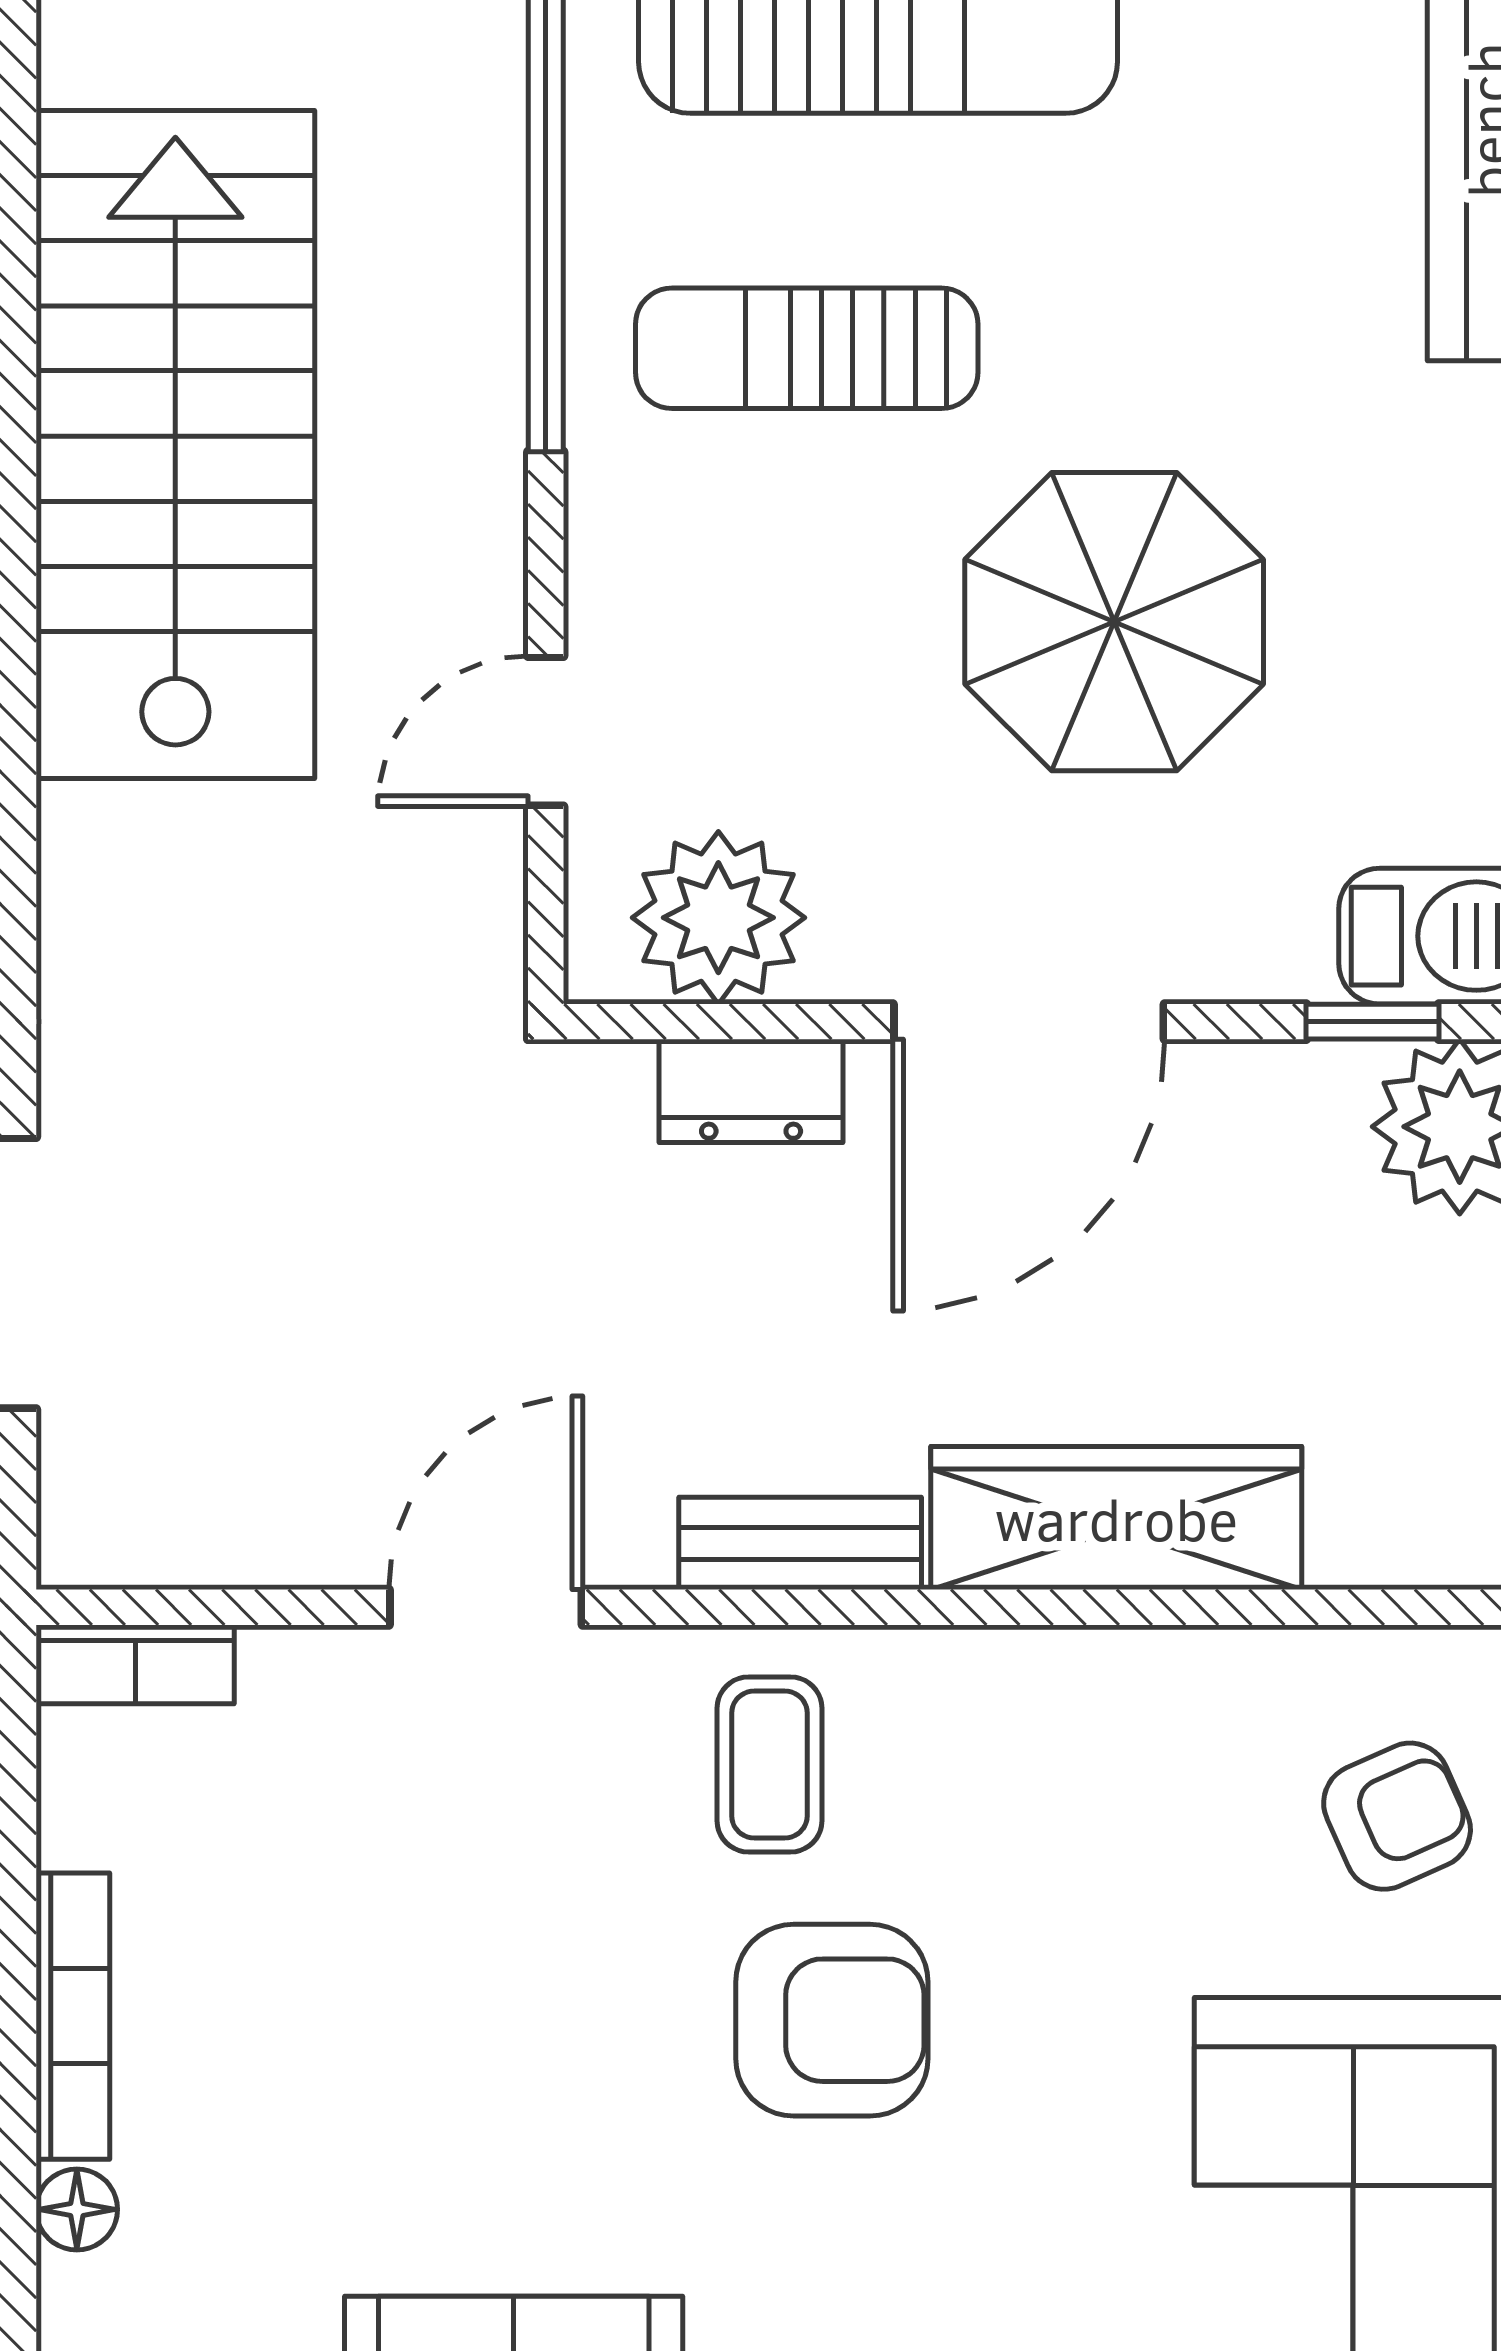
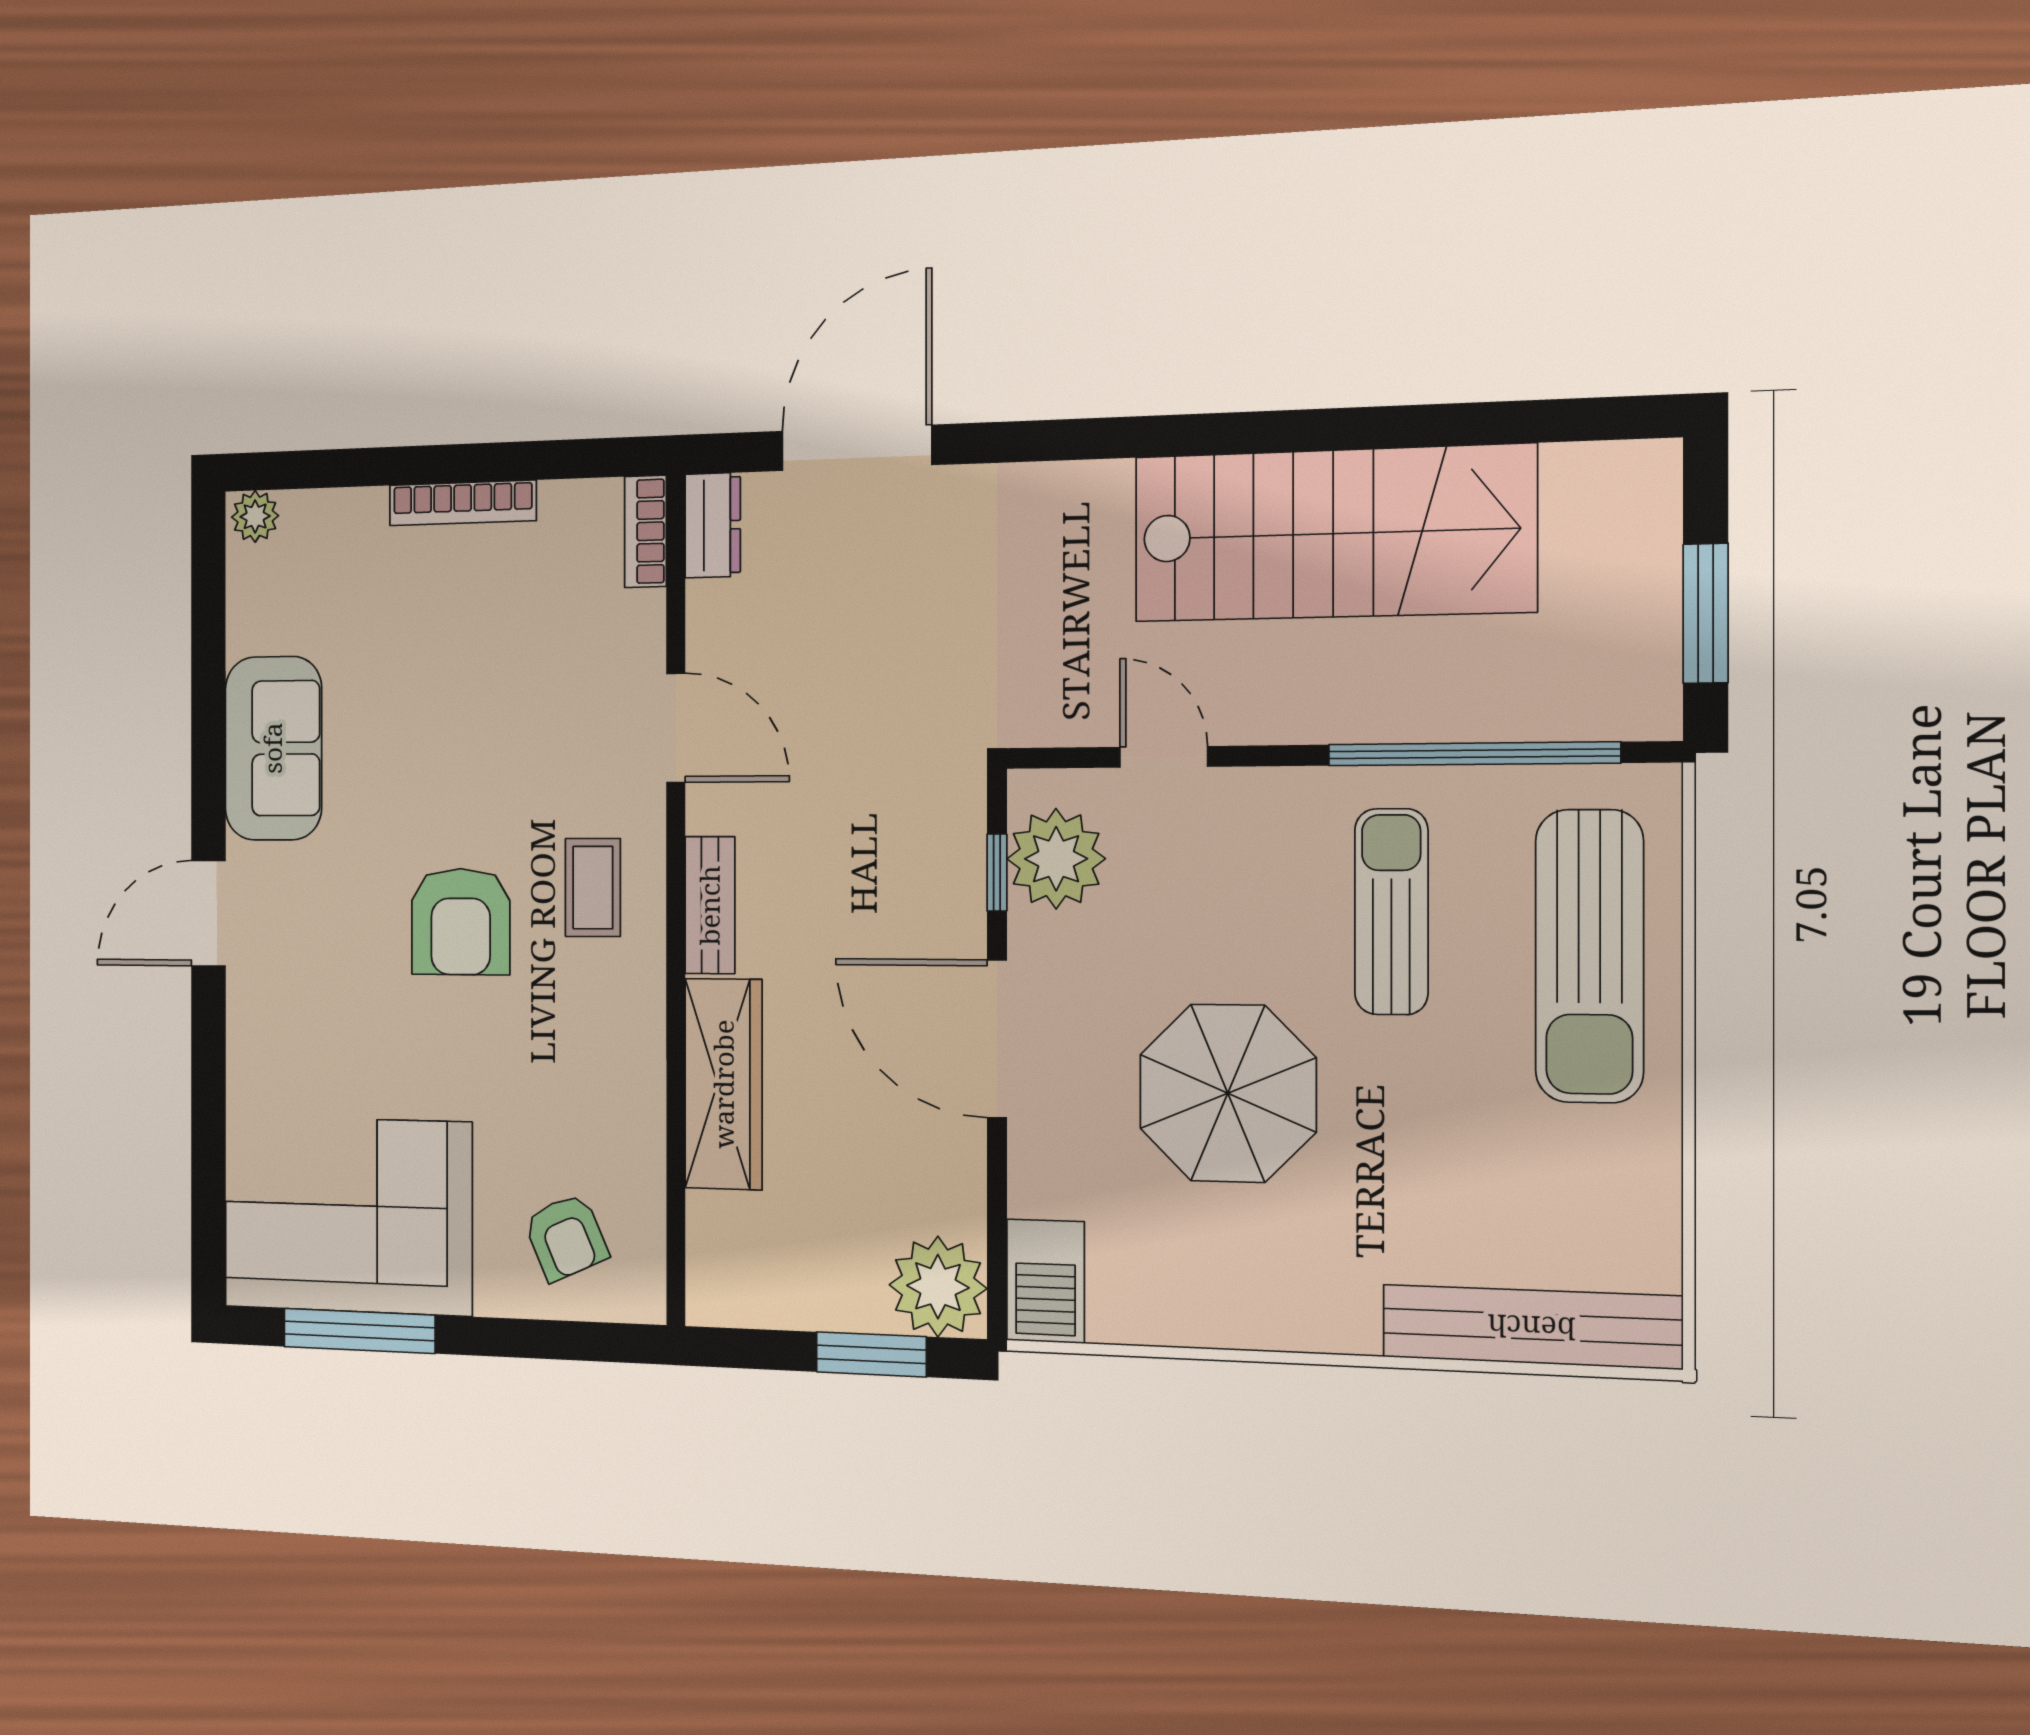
window: (1373, 1022) -> (997, 873), moved
dresser: (751, 1091) -> (713, 525), moved, turned 180
coffee table: (769, 1764) -> (593, 888), turned 90
floor lamp: (77, 2209) -> (365, 509), removed

